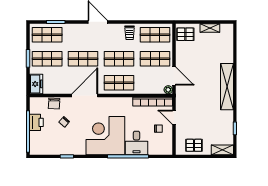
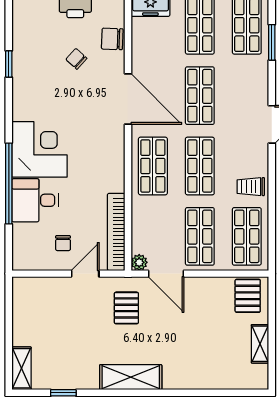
door: (174, 76) -> (166, 274), hinge flipped
shelving: (227, 87) -> (131, 377), width x0.68
corner desk: (105, 136) -> (40, 149), width x0.74, depth x0.74
pallet: (194, 145) -> (126, 308), moved

